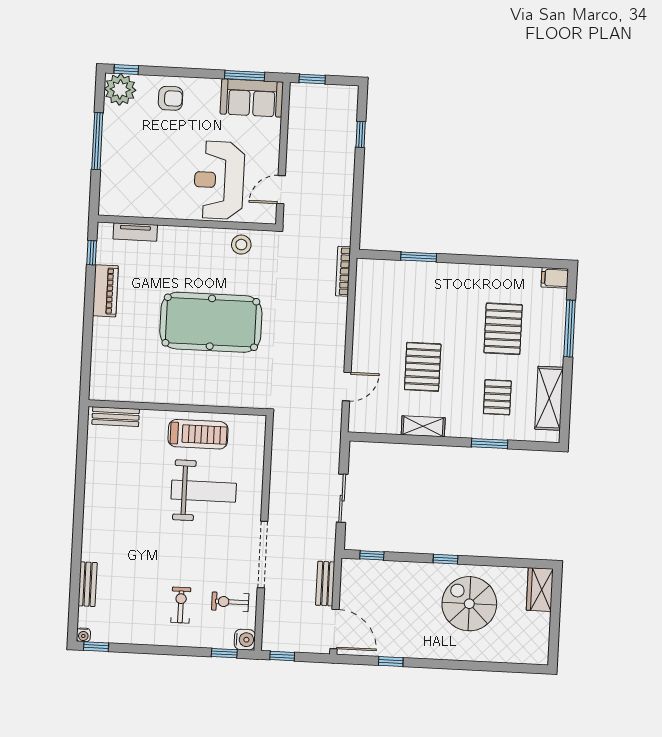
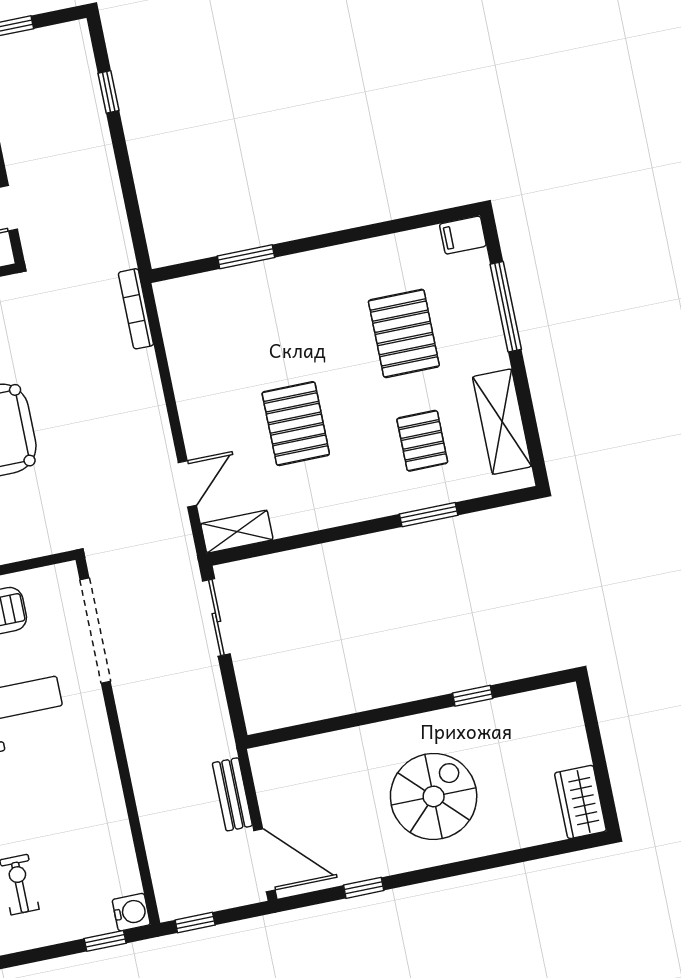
shelving: (423, 426) -> (237, 532), moved
sliding door: (342, 498) -> (216, 617), moved
doorway: (263, 555) -> (95, 631), moved
window: (372, 555) -> (293, 733), removed
window: (445, 559) -> (473, 696), moved
wardrobe: (540, 590) -> (580, 802), moved
exercise bike: (230, 602) -> (94, 860), removed
spiral stairs: (469, 604) -> (434, 796), moved, turned 90

